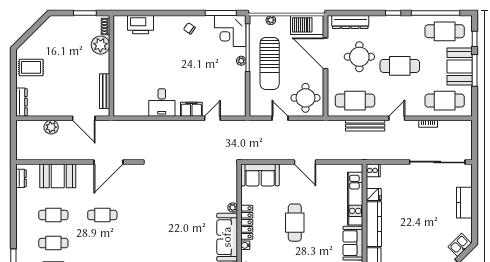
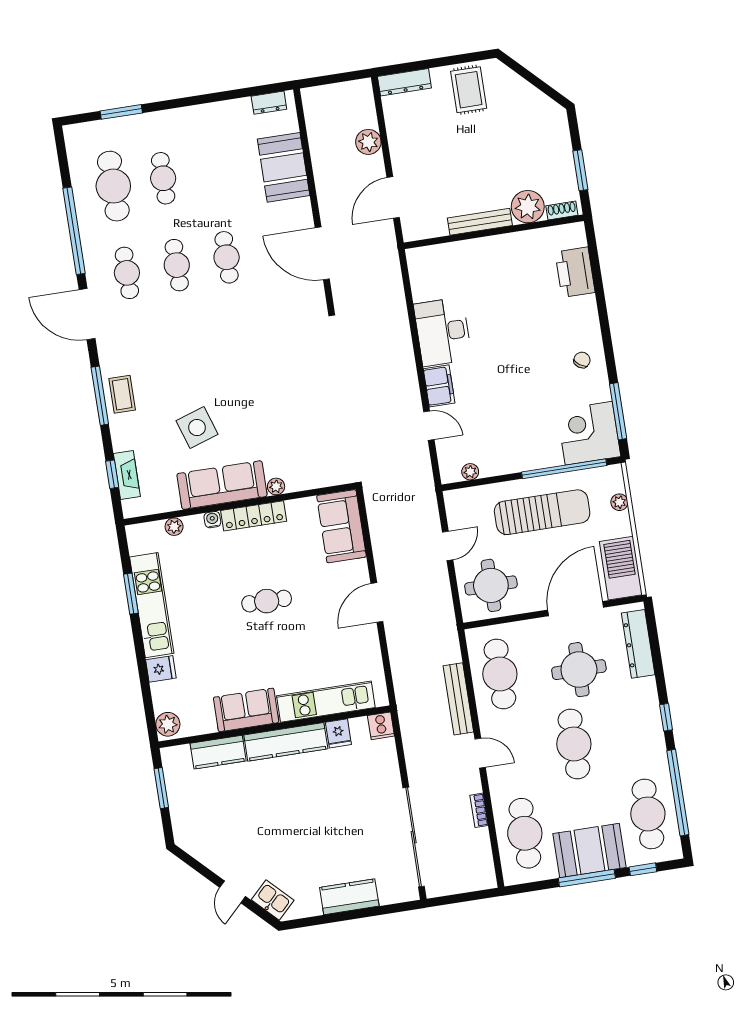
plant: (241, 61) -> (470, 472), moved
sun lounger: (270, 63) -> (542, 512), turned 180
bench: (105, 91) -> (480, 222), moved
desk: (162, 102) -> (443, 332), width x1.37
cafe table: (53, 215) -> (177, 265), moved
cafe table: (295, 223) -> (267, 601), width x0.73, depth x0.74
side table: (193, 246) -> (197, 428), added

